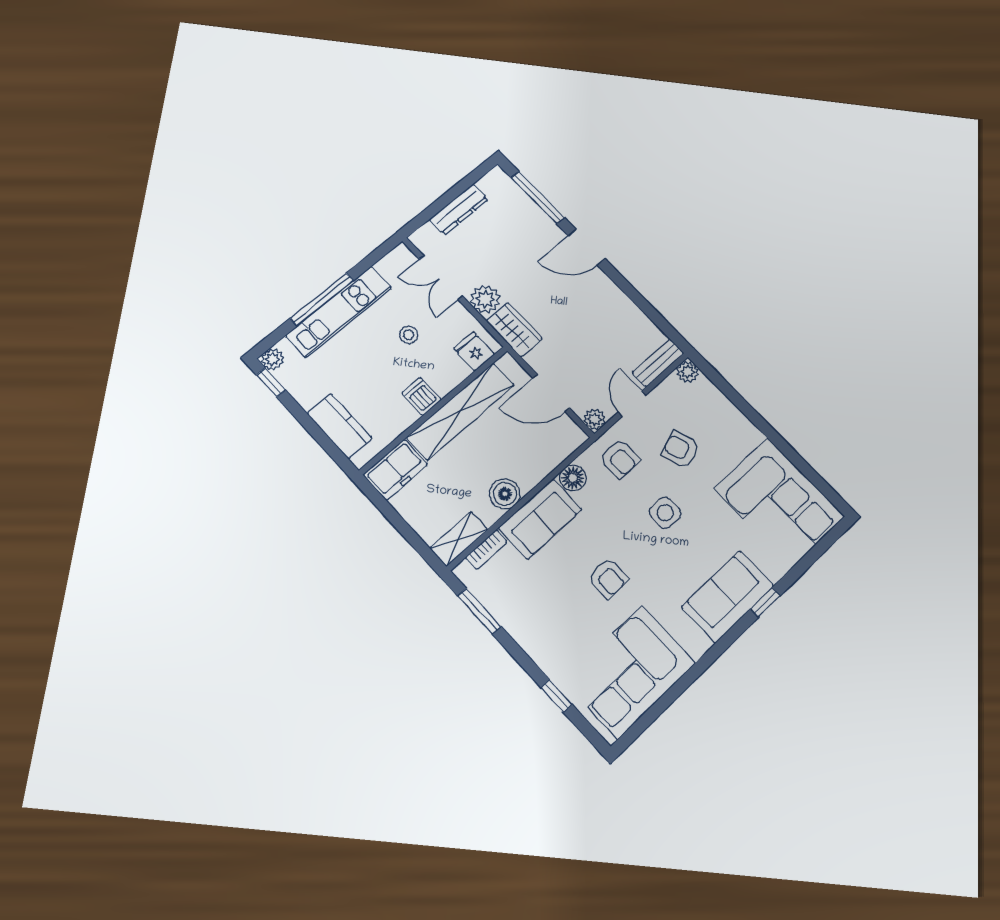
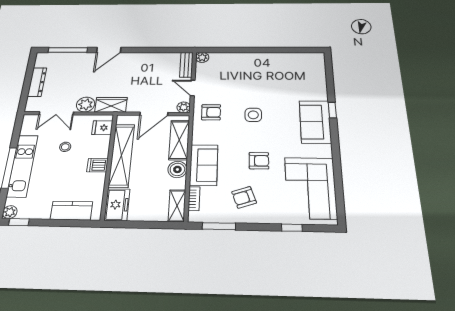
armchair: (681, 449) -> (244, 197), moved
shelving: (545, 458) -> (179, 140), added
floor lamp: (573, 478) -> (200, 137), removed
corner sofa: (779, 502) -> (294, 70), removed

